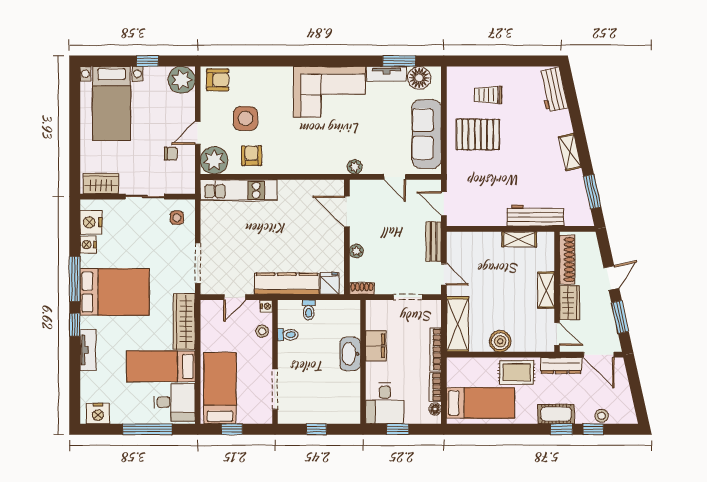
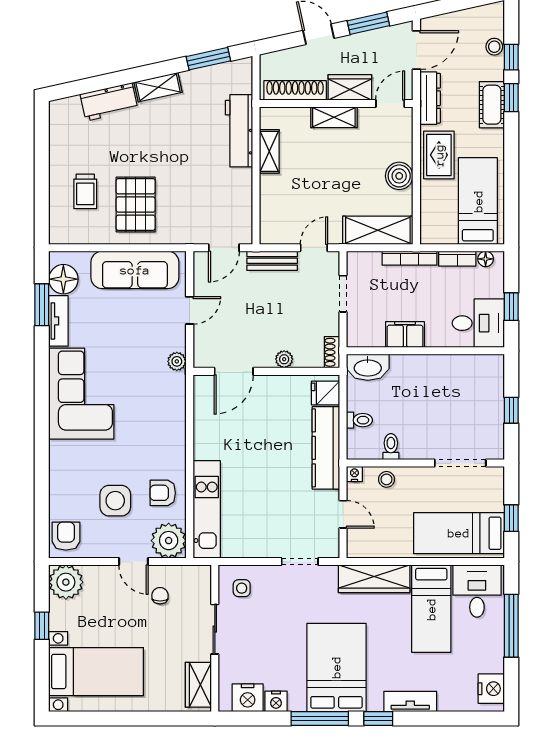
workbench: (553, 90) -> (109, 102), moved
doorway: (198, 263) -> (300, 562), width x0.73
washbasin: (350, 354) -> (368, 367), moved

